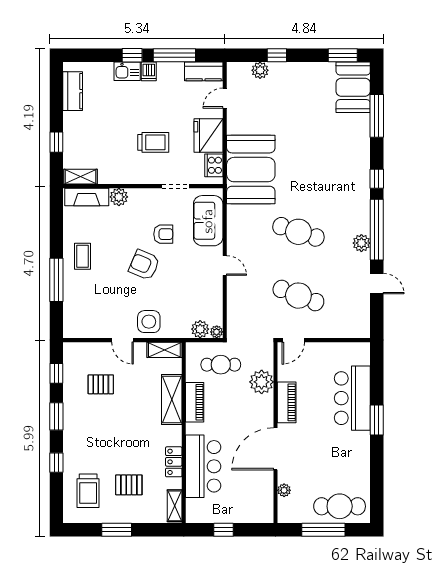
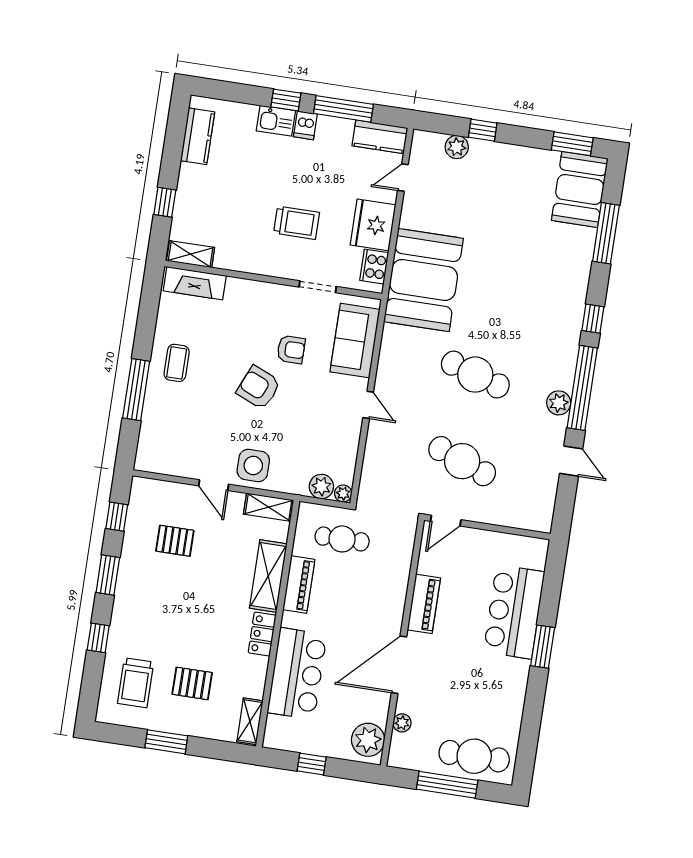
plant: (119, 197) -> (238, 290), removed
plant: (262, 382) -> (368, 740), moved
locker: (174, 462) -> (262, 634), moved

